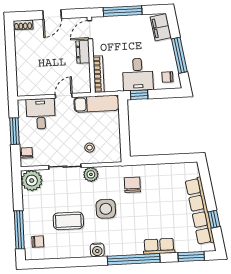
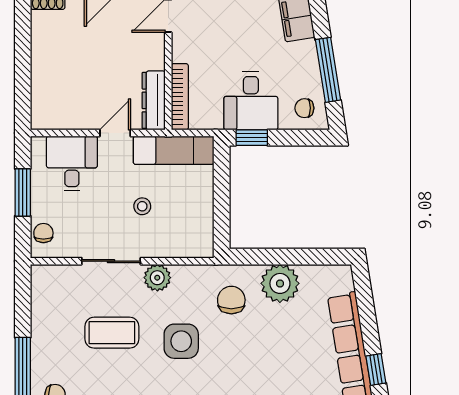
dresser: (83, 52) -> (154, 100), moved, width x1.44
stool: (90, 148) -> (142, 206), moved
plant: (32, 181) -> (280, 283), moved
coffee table: (68, 221) -> (112, 333), moved

